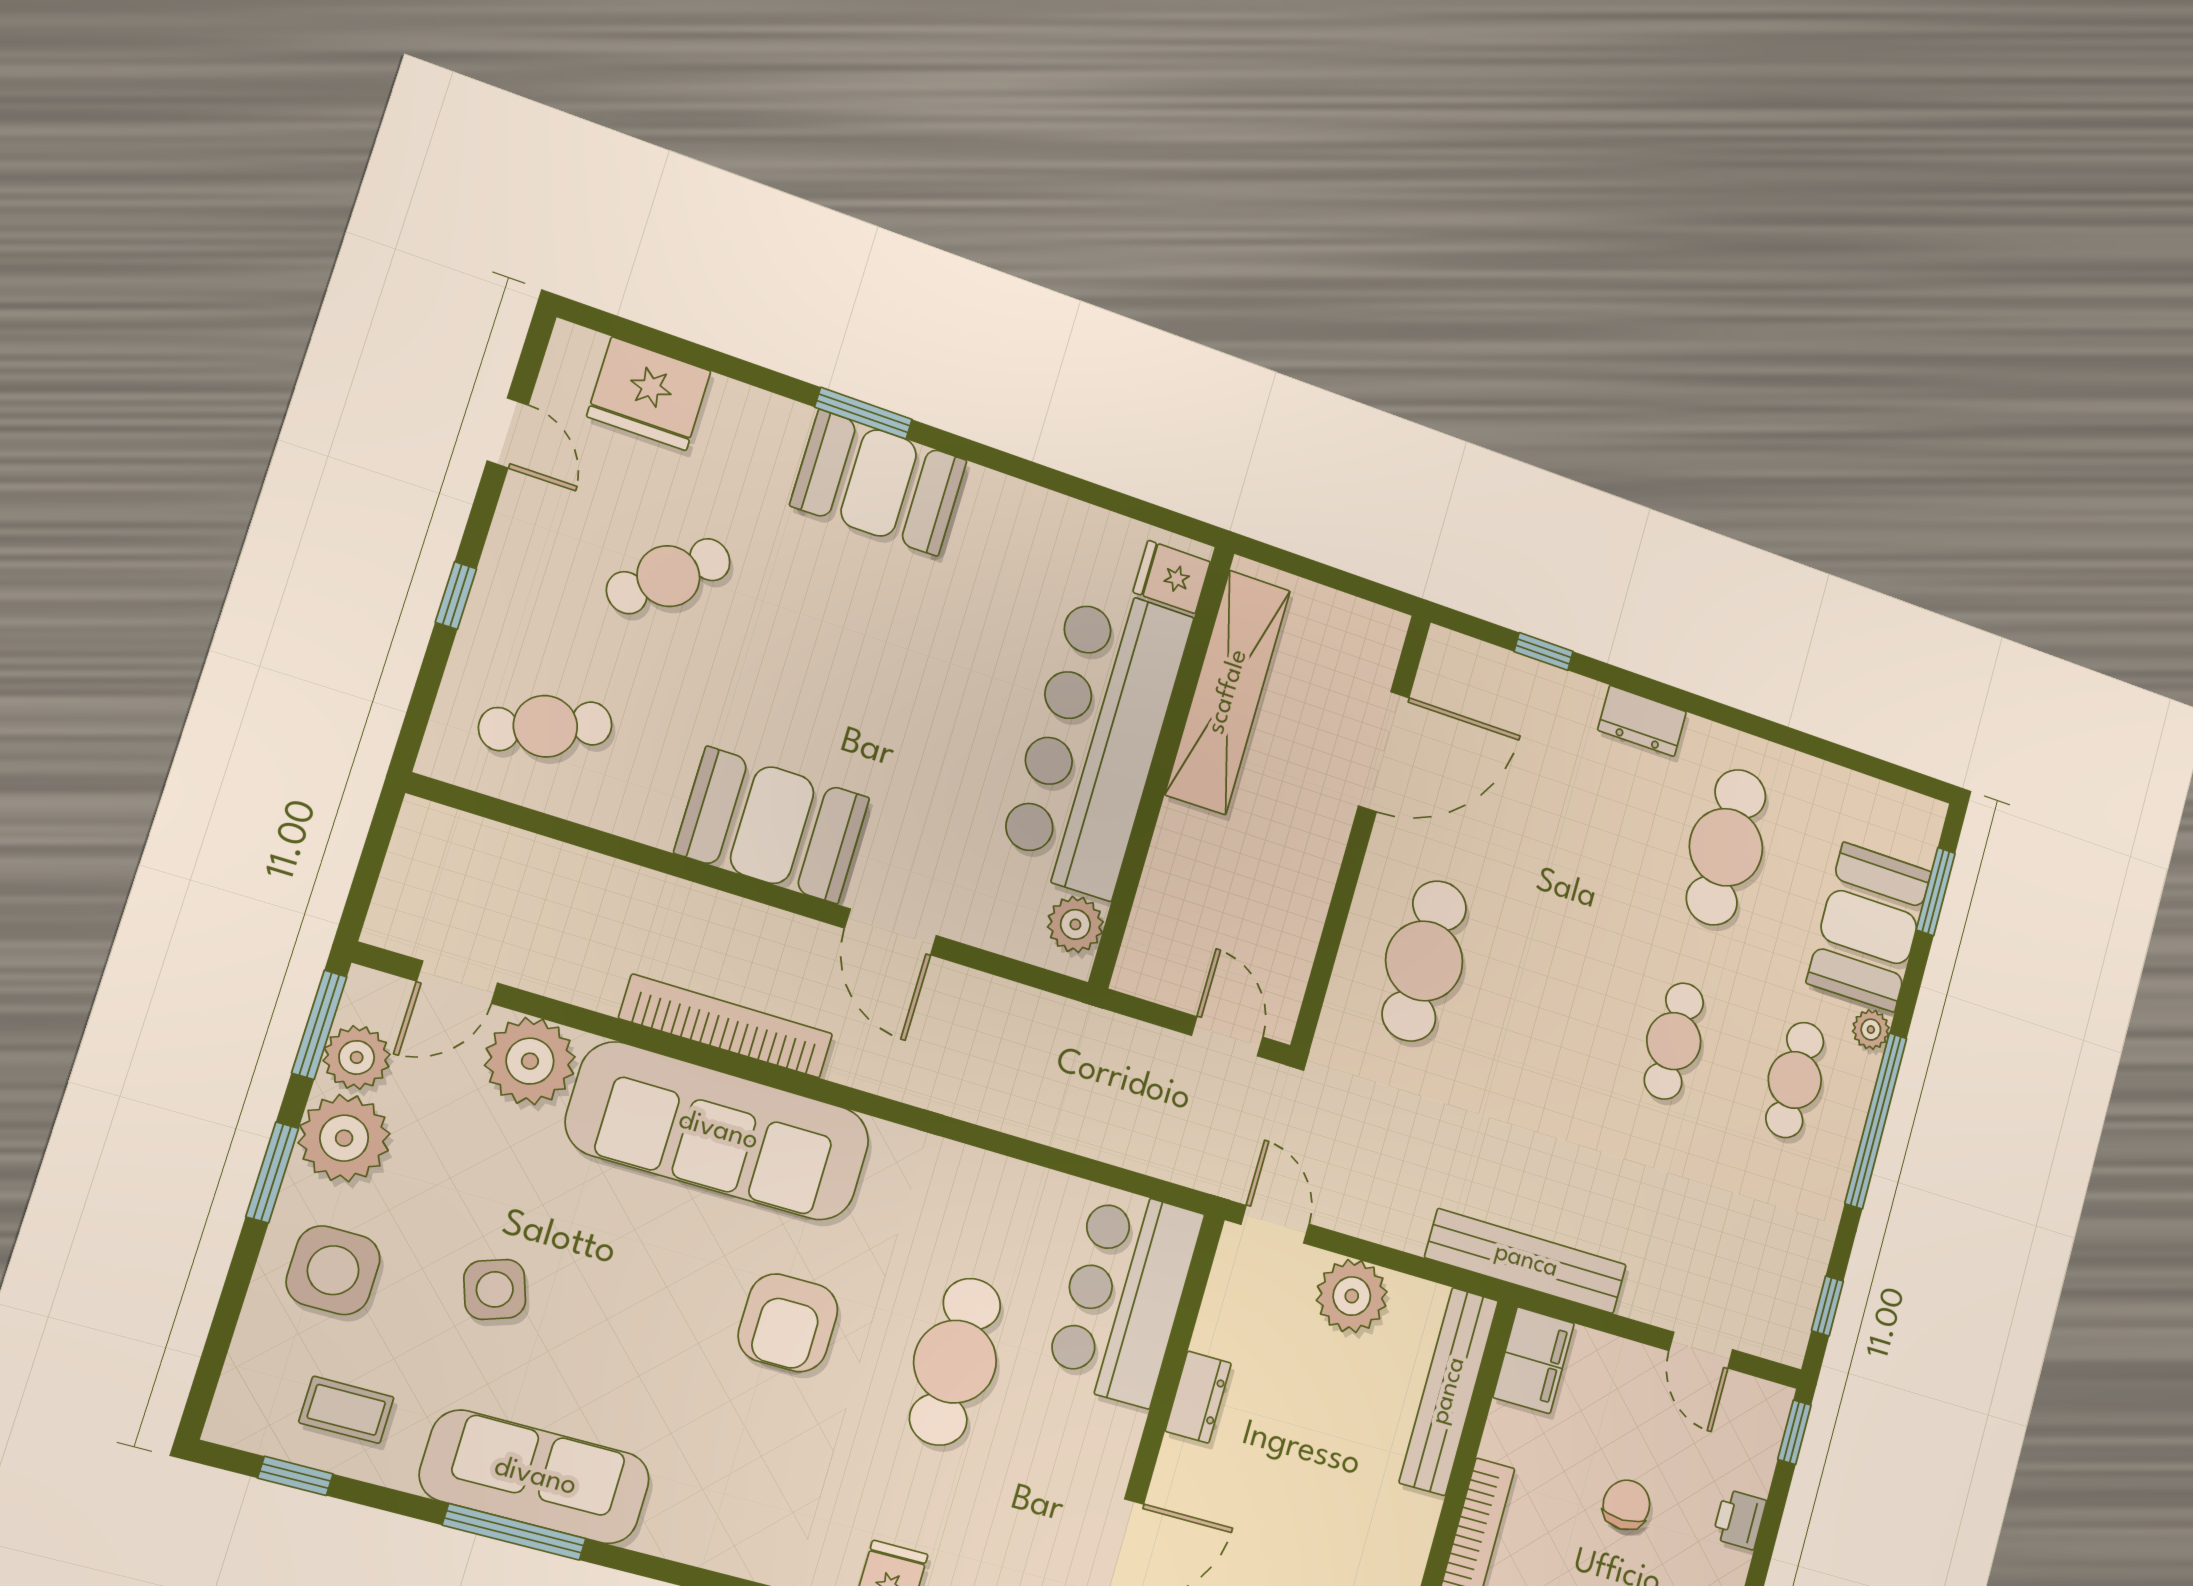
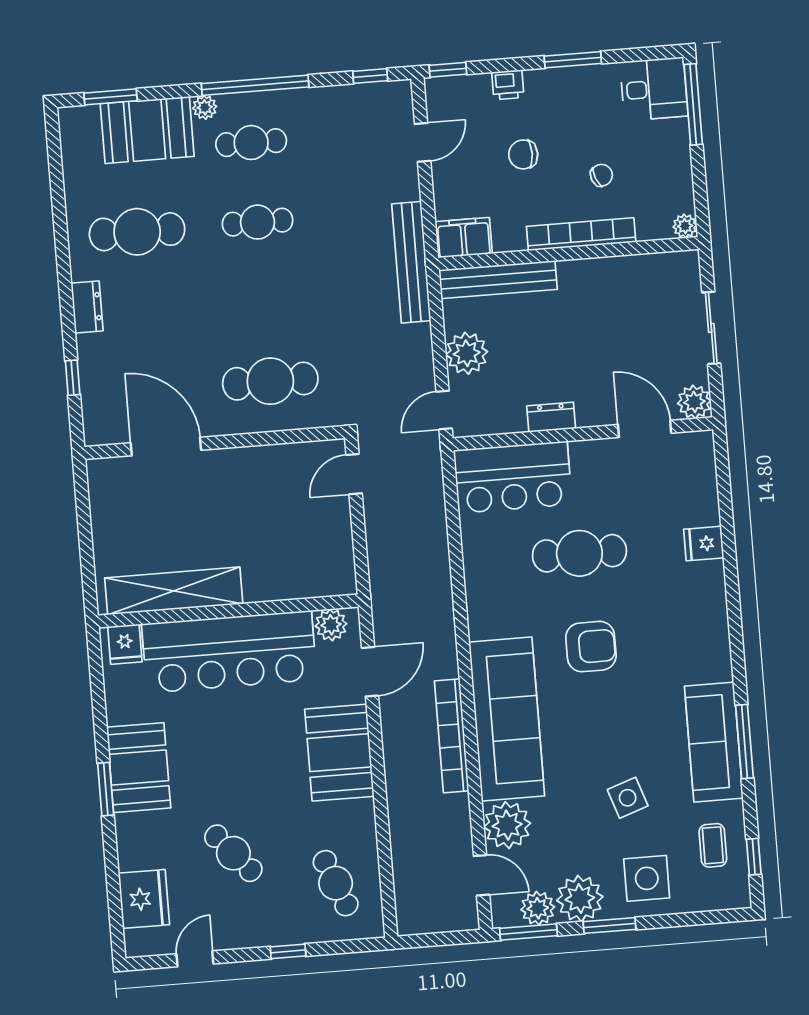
fridge: (1172, 577) -> (125, 644), moved
shelving: (1228, 692) -> (174, 591), moved
bar counter: (1095, 740) -> (229, 652), moved
wall: (1162, 766) -> (228, 611), moved
plant: (1075, 924) -> (331, 625), moved

